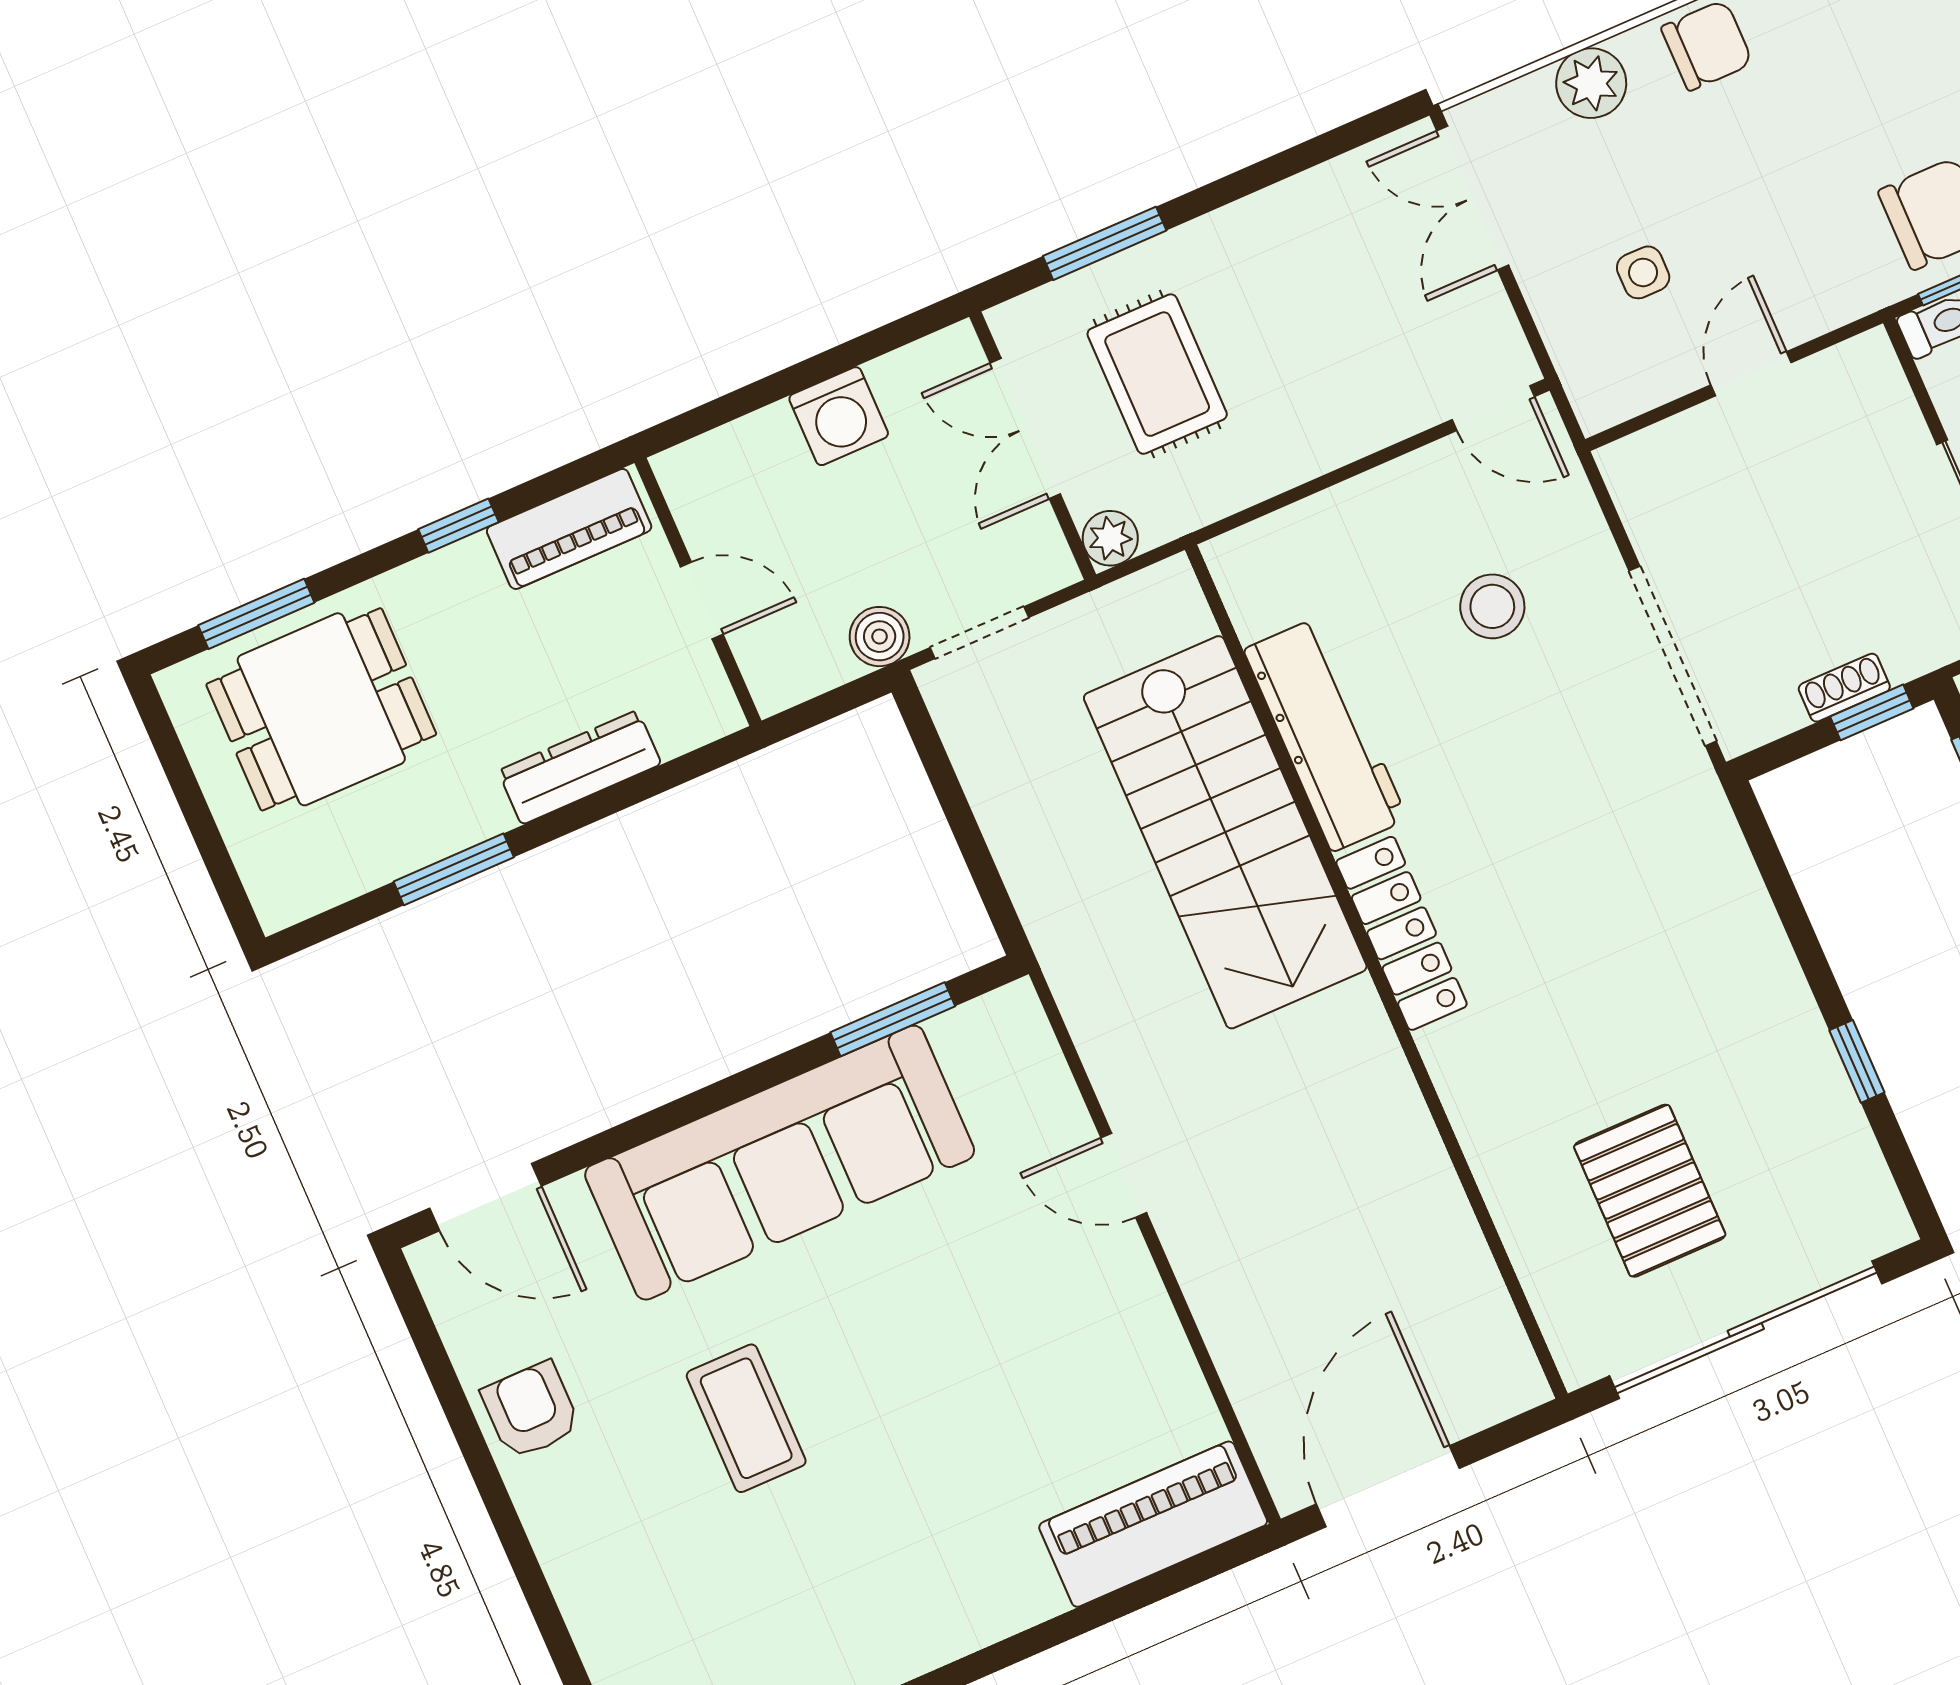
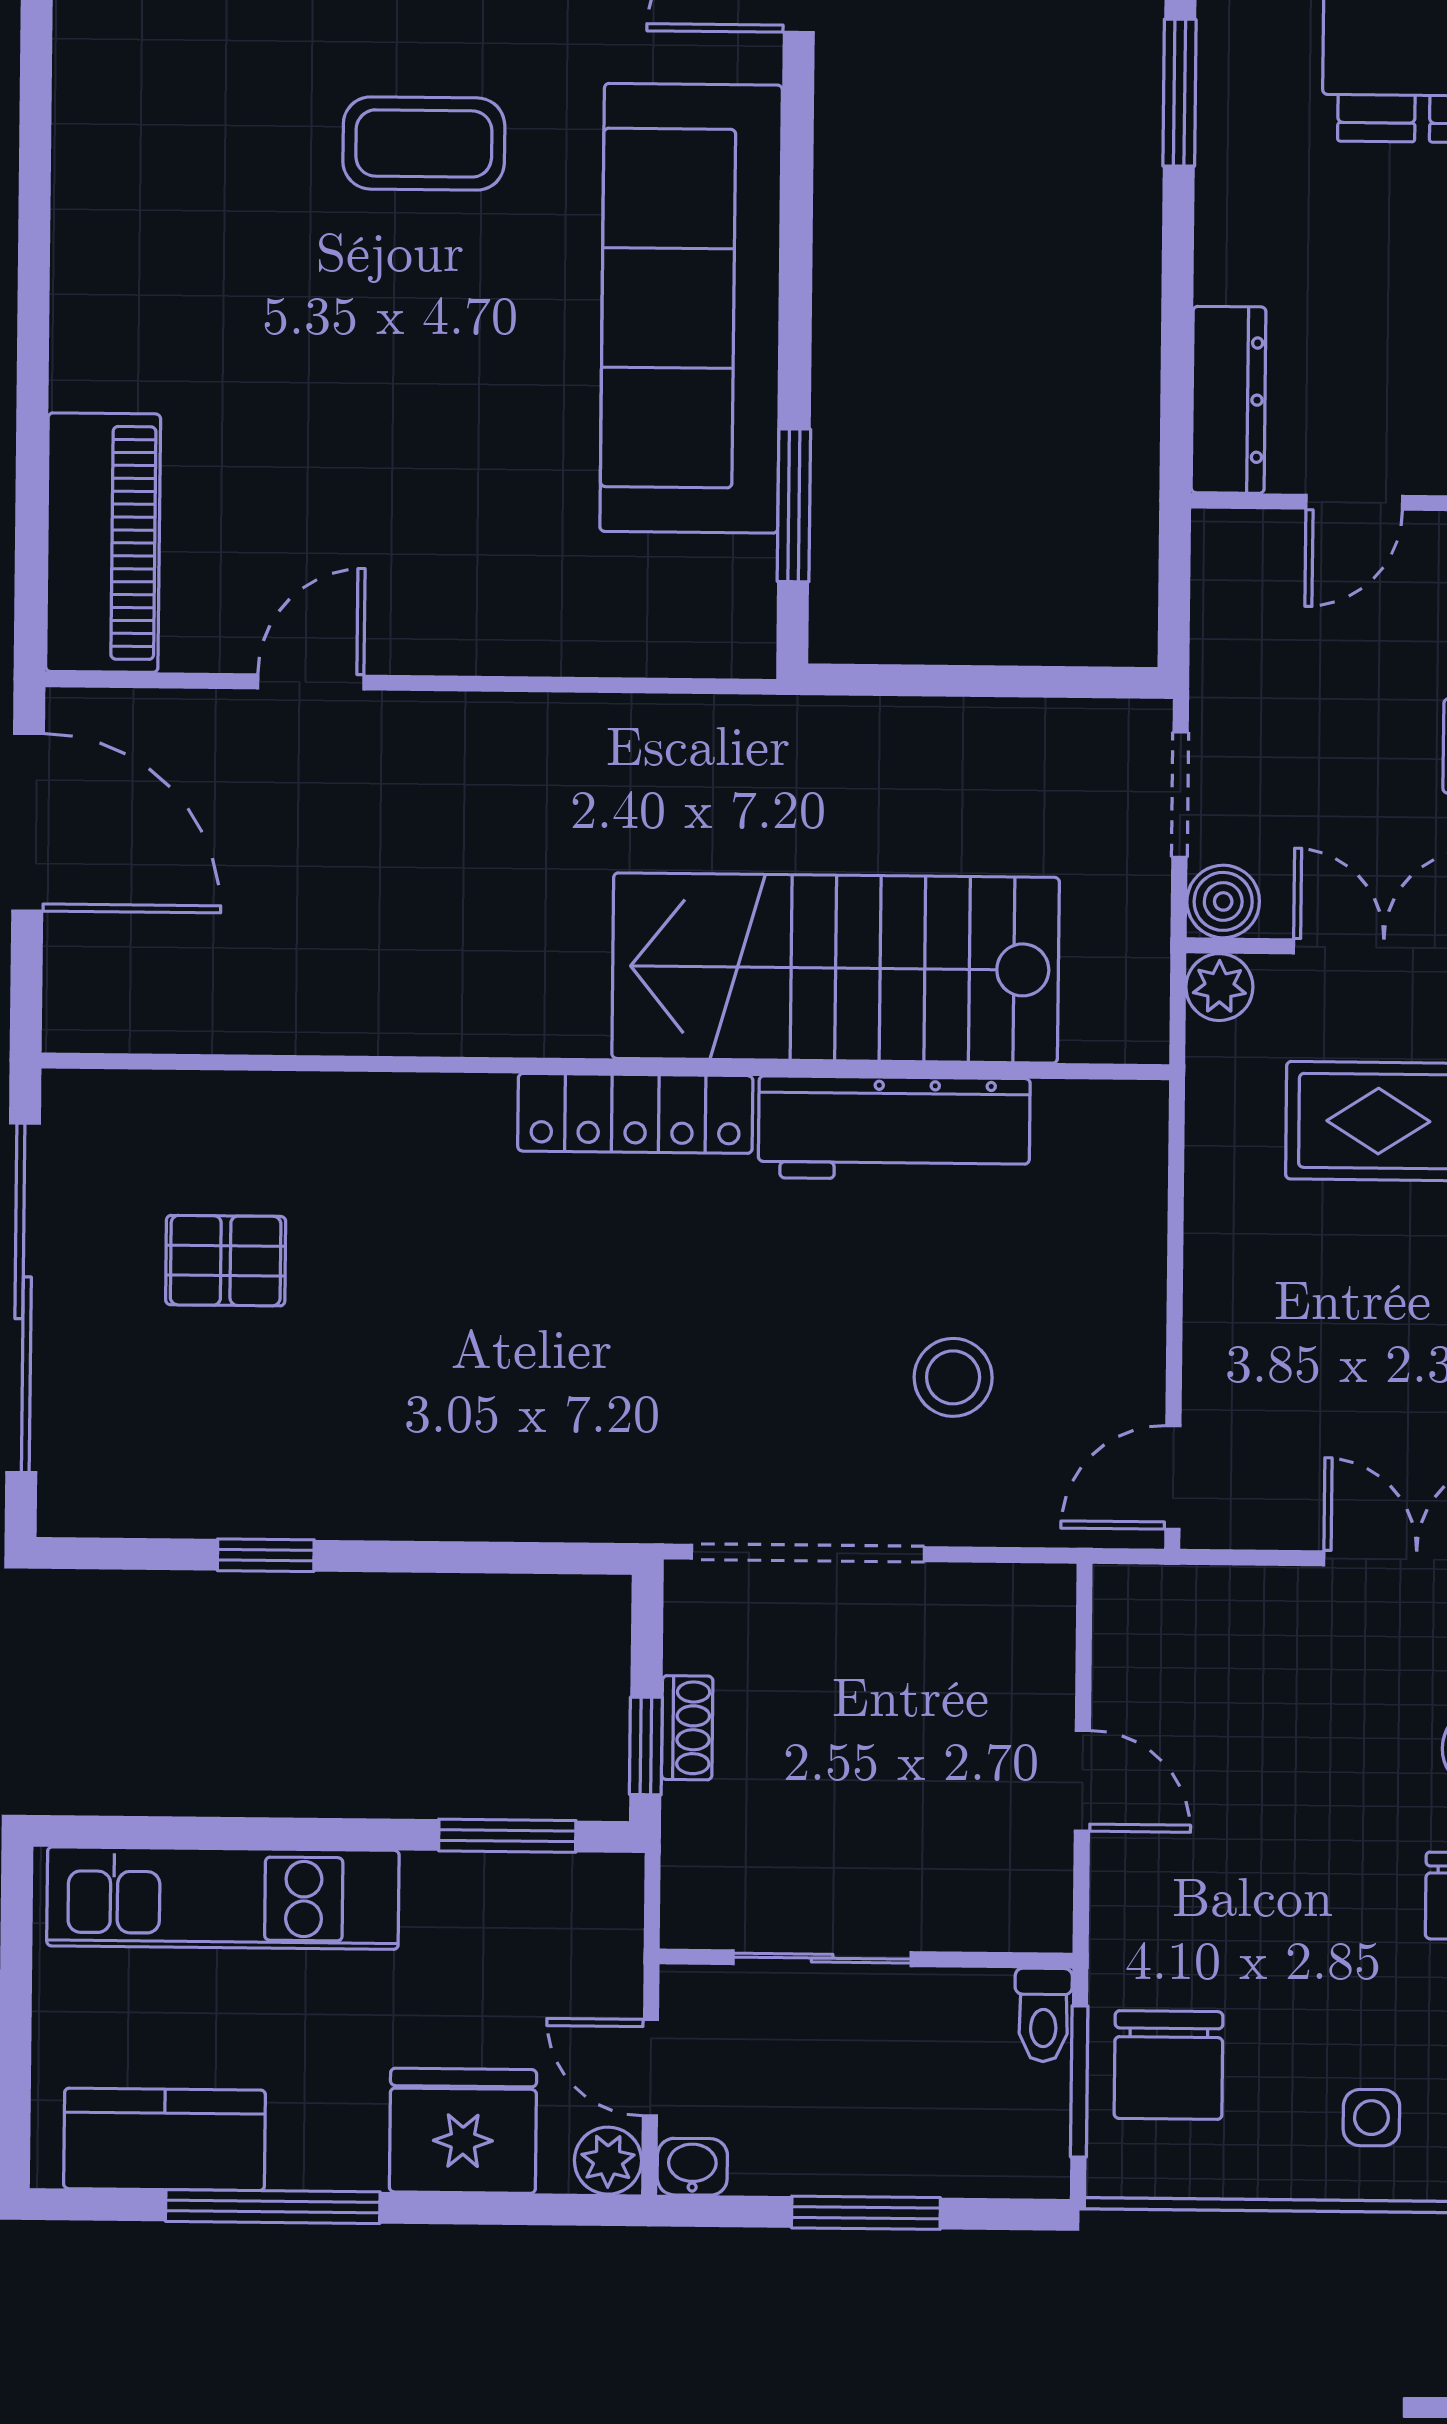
side table: (1643, 272) -> (1371, 2118), moved
boiler: (880, 637) -> (1223, 901), moved
dresser: (580, 767) -> (1229, 400), moved
door: (1124, 1175) -> (311, 682), moved
pallet: (1650, 1191) -> (226, 1261), width x0.67, depth x0.71

